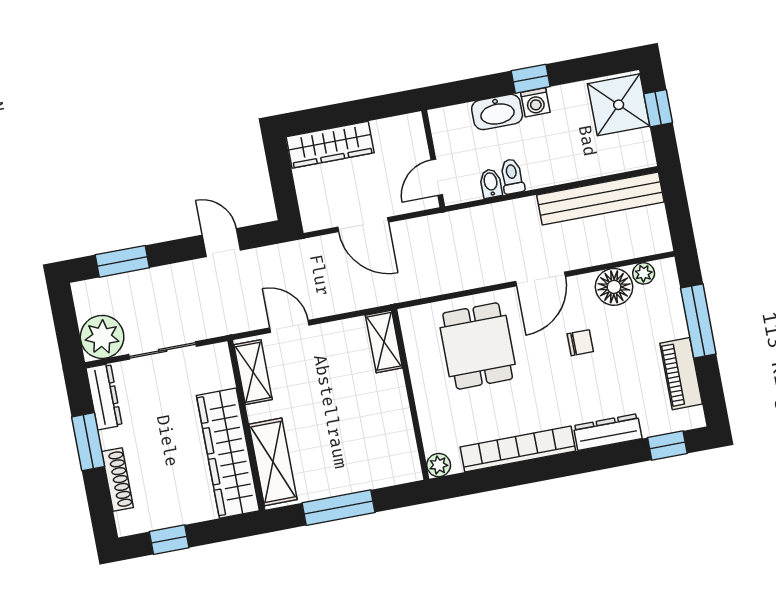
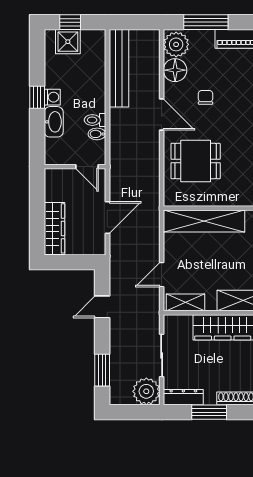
shower: (619, 105) -> (68, 42), width x0.73, depth x0.73
plant: (644, 273) -> (176, 44), width x1.87, depth x1.87
shelving: (384, 341) -> (204, 221), width x2.20, depth x1.33

